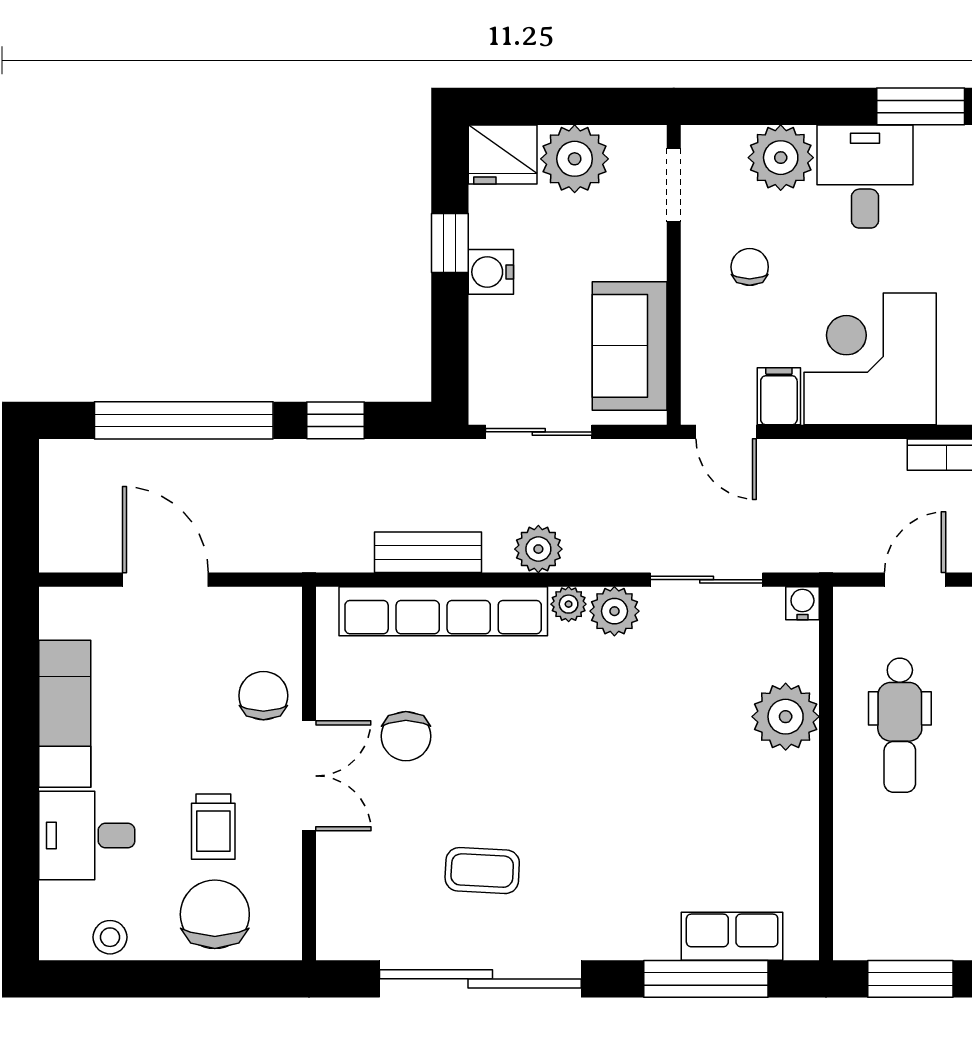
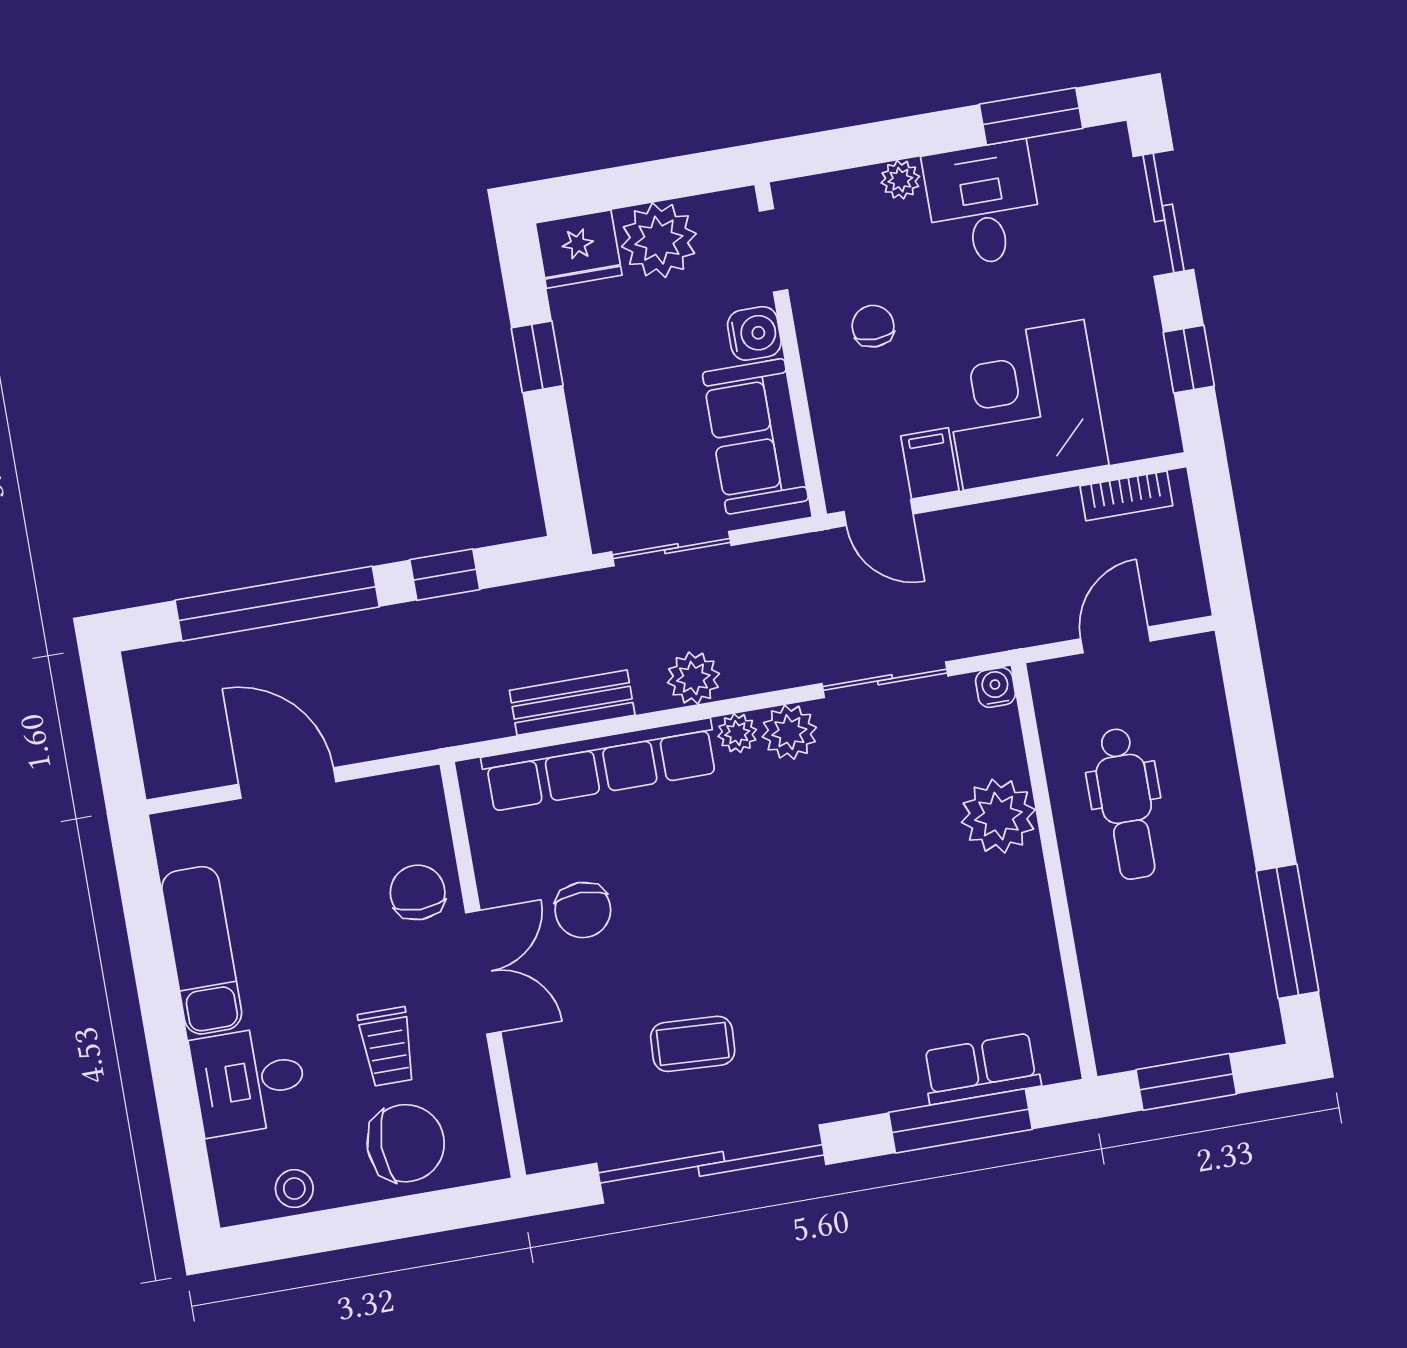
plant: (781, 158) -> (900, 180), width x0.53, depth x0.53
water cooler: (491, 272) -> (754, 333), moved, turned 180
chair: (215, 914) -> (406, 1143), turned 90

